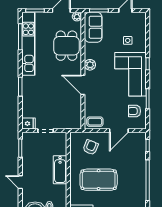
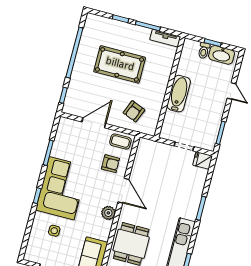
armchair: (134, 111) -> (110, 164), moved
pool table: (99, 180) -> (120, 64), moved

